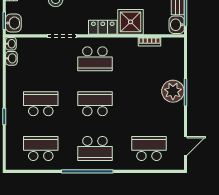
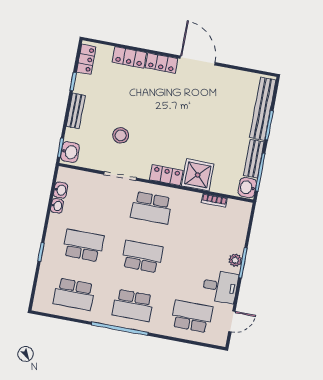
washbasin: (11, 44) -> (57, 206), moved
plant: (173, 91) -> (235, 260), width x0.53, depth x0.53
desk: (169, 117) -> (220, 287), added
school desk: (41, 148) -> (74, 294), turned 180

